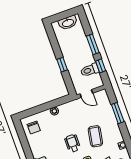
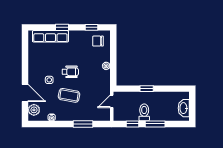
toilet: (90, 70) -> (144, 112), moved
window: (23, 138) -> (92, 27), added

